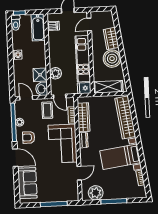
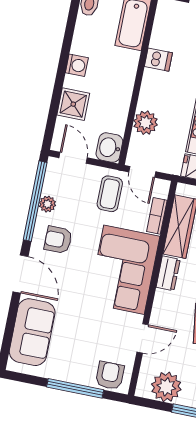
dishwasher: (53, 26) -> (158, 60), moved
shower: (40, 75) -> (73, 104), moved
armchair: (68, 194) -> (110, 376), added

